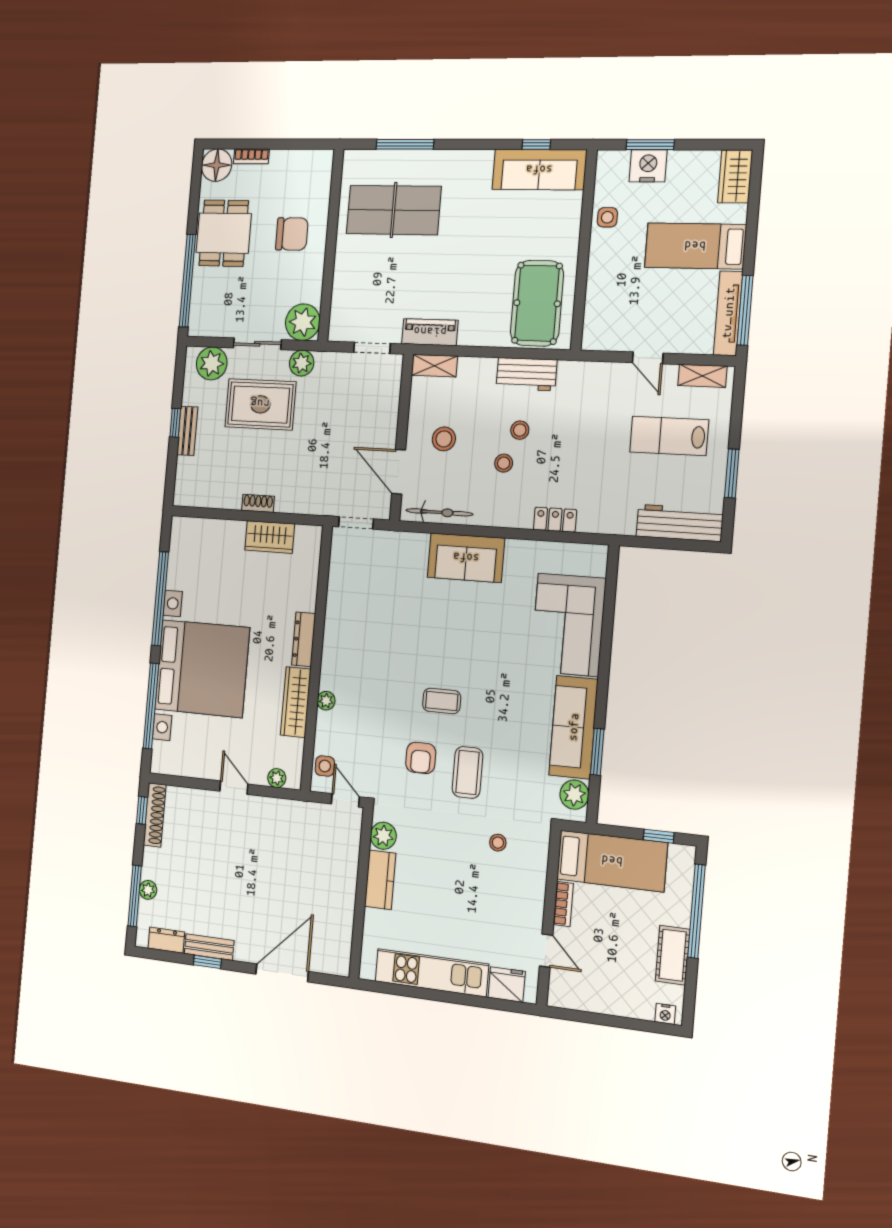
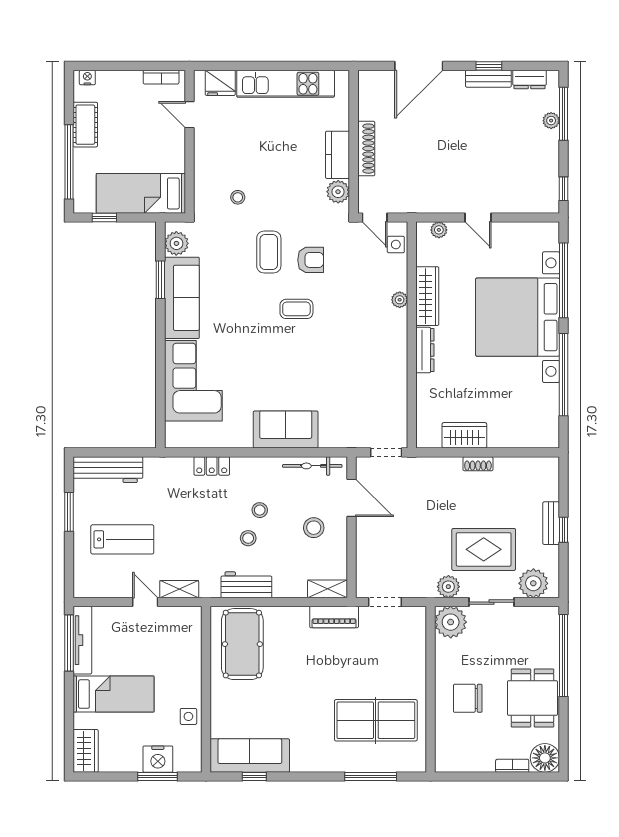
shelving: (702, 376) -> (179, 589), moved
armchair: (421, 758) -> (311, 260), turned 90
shoe rack: (155, 815) -> (366, 149), moved, turned 180
bookcase: (563, 904) -> (161, 77), moved, turned -90

